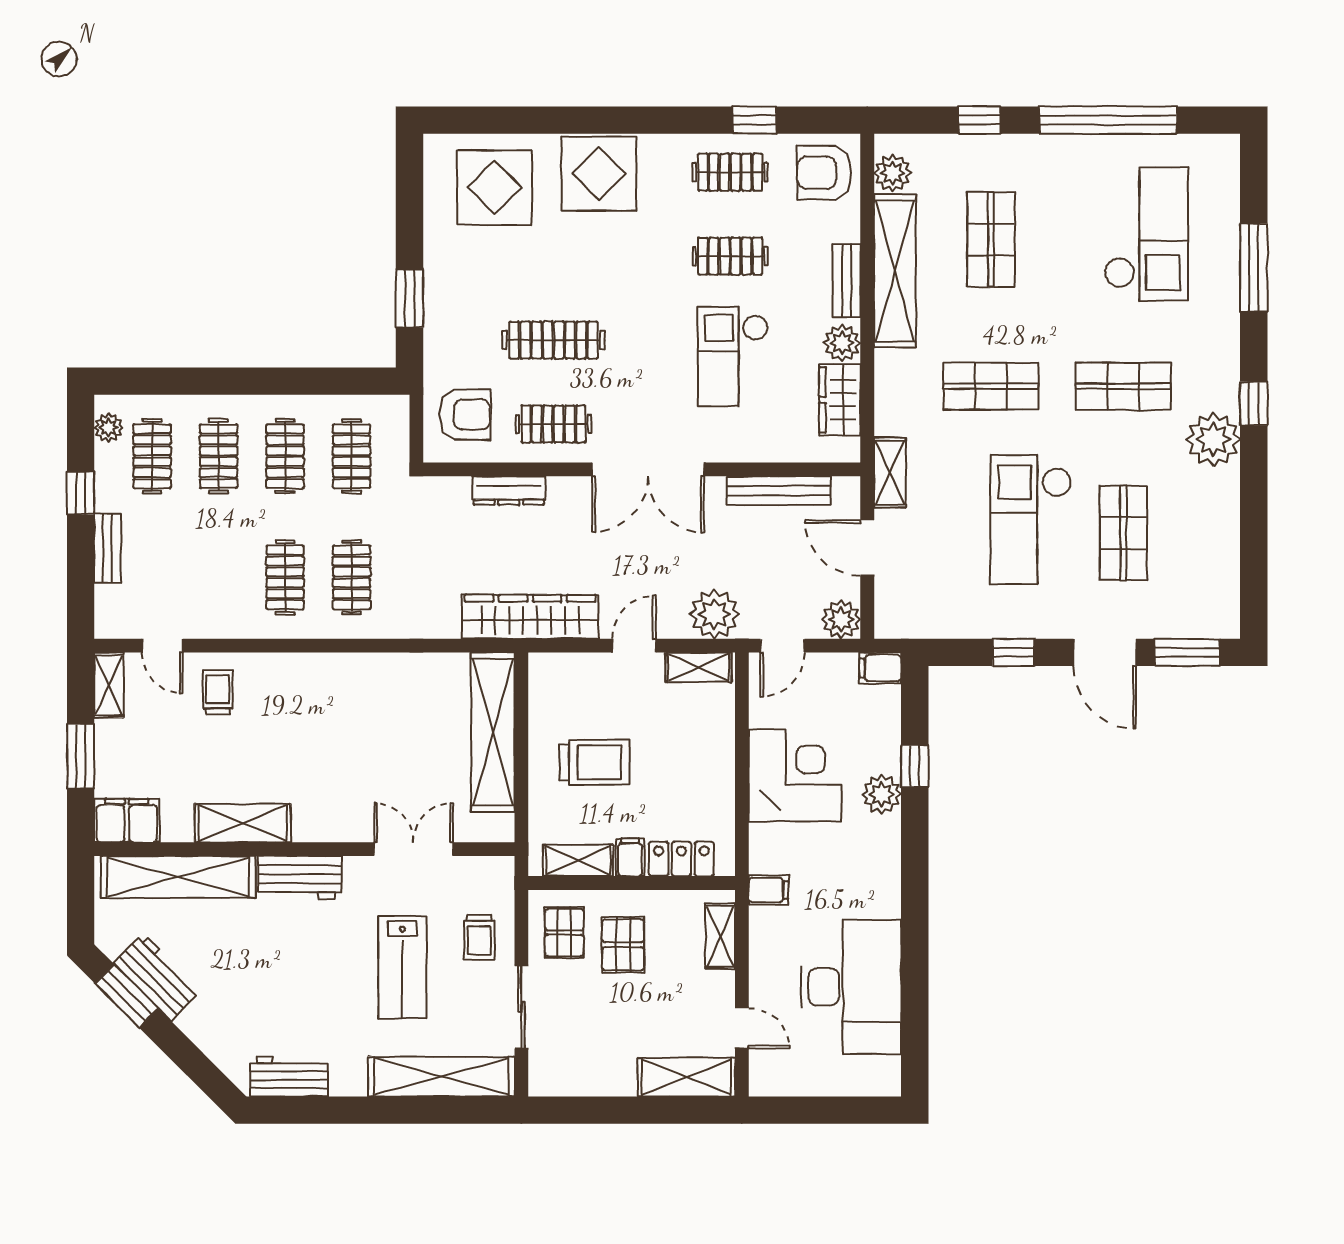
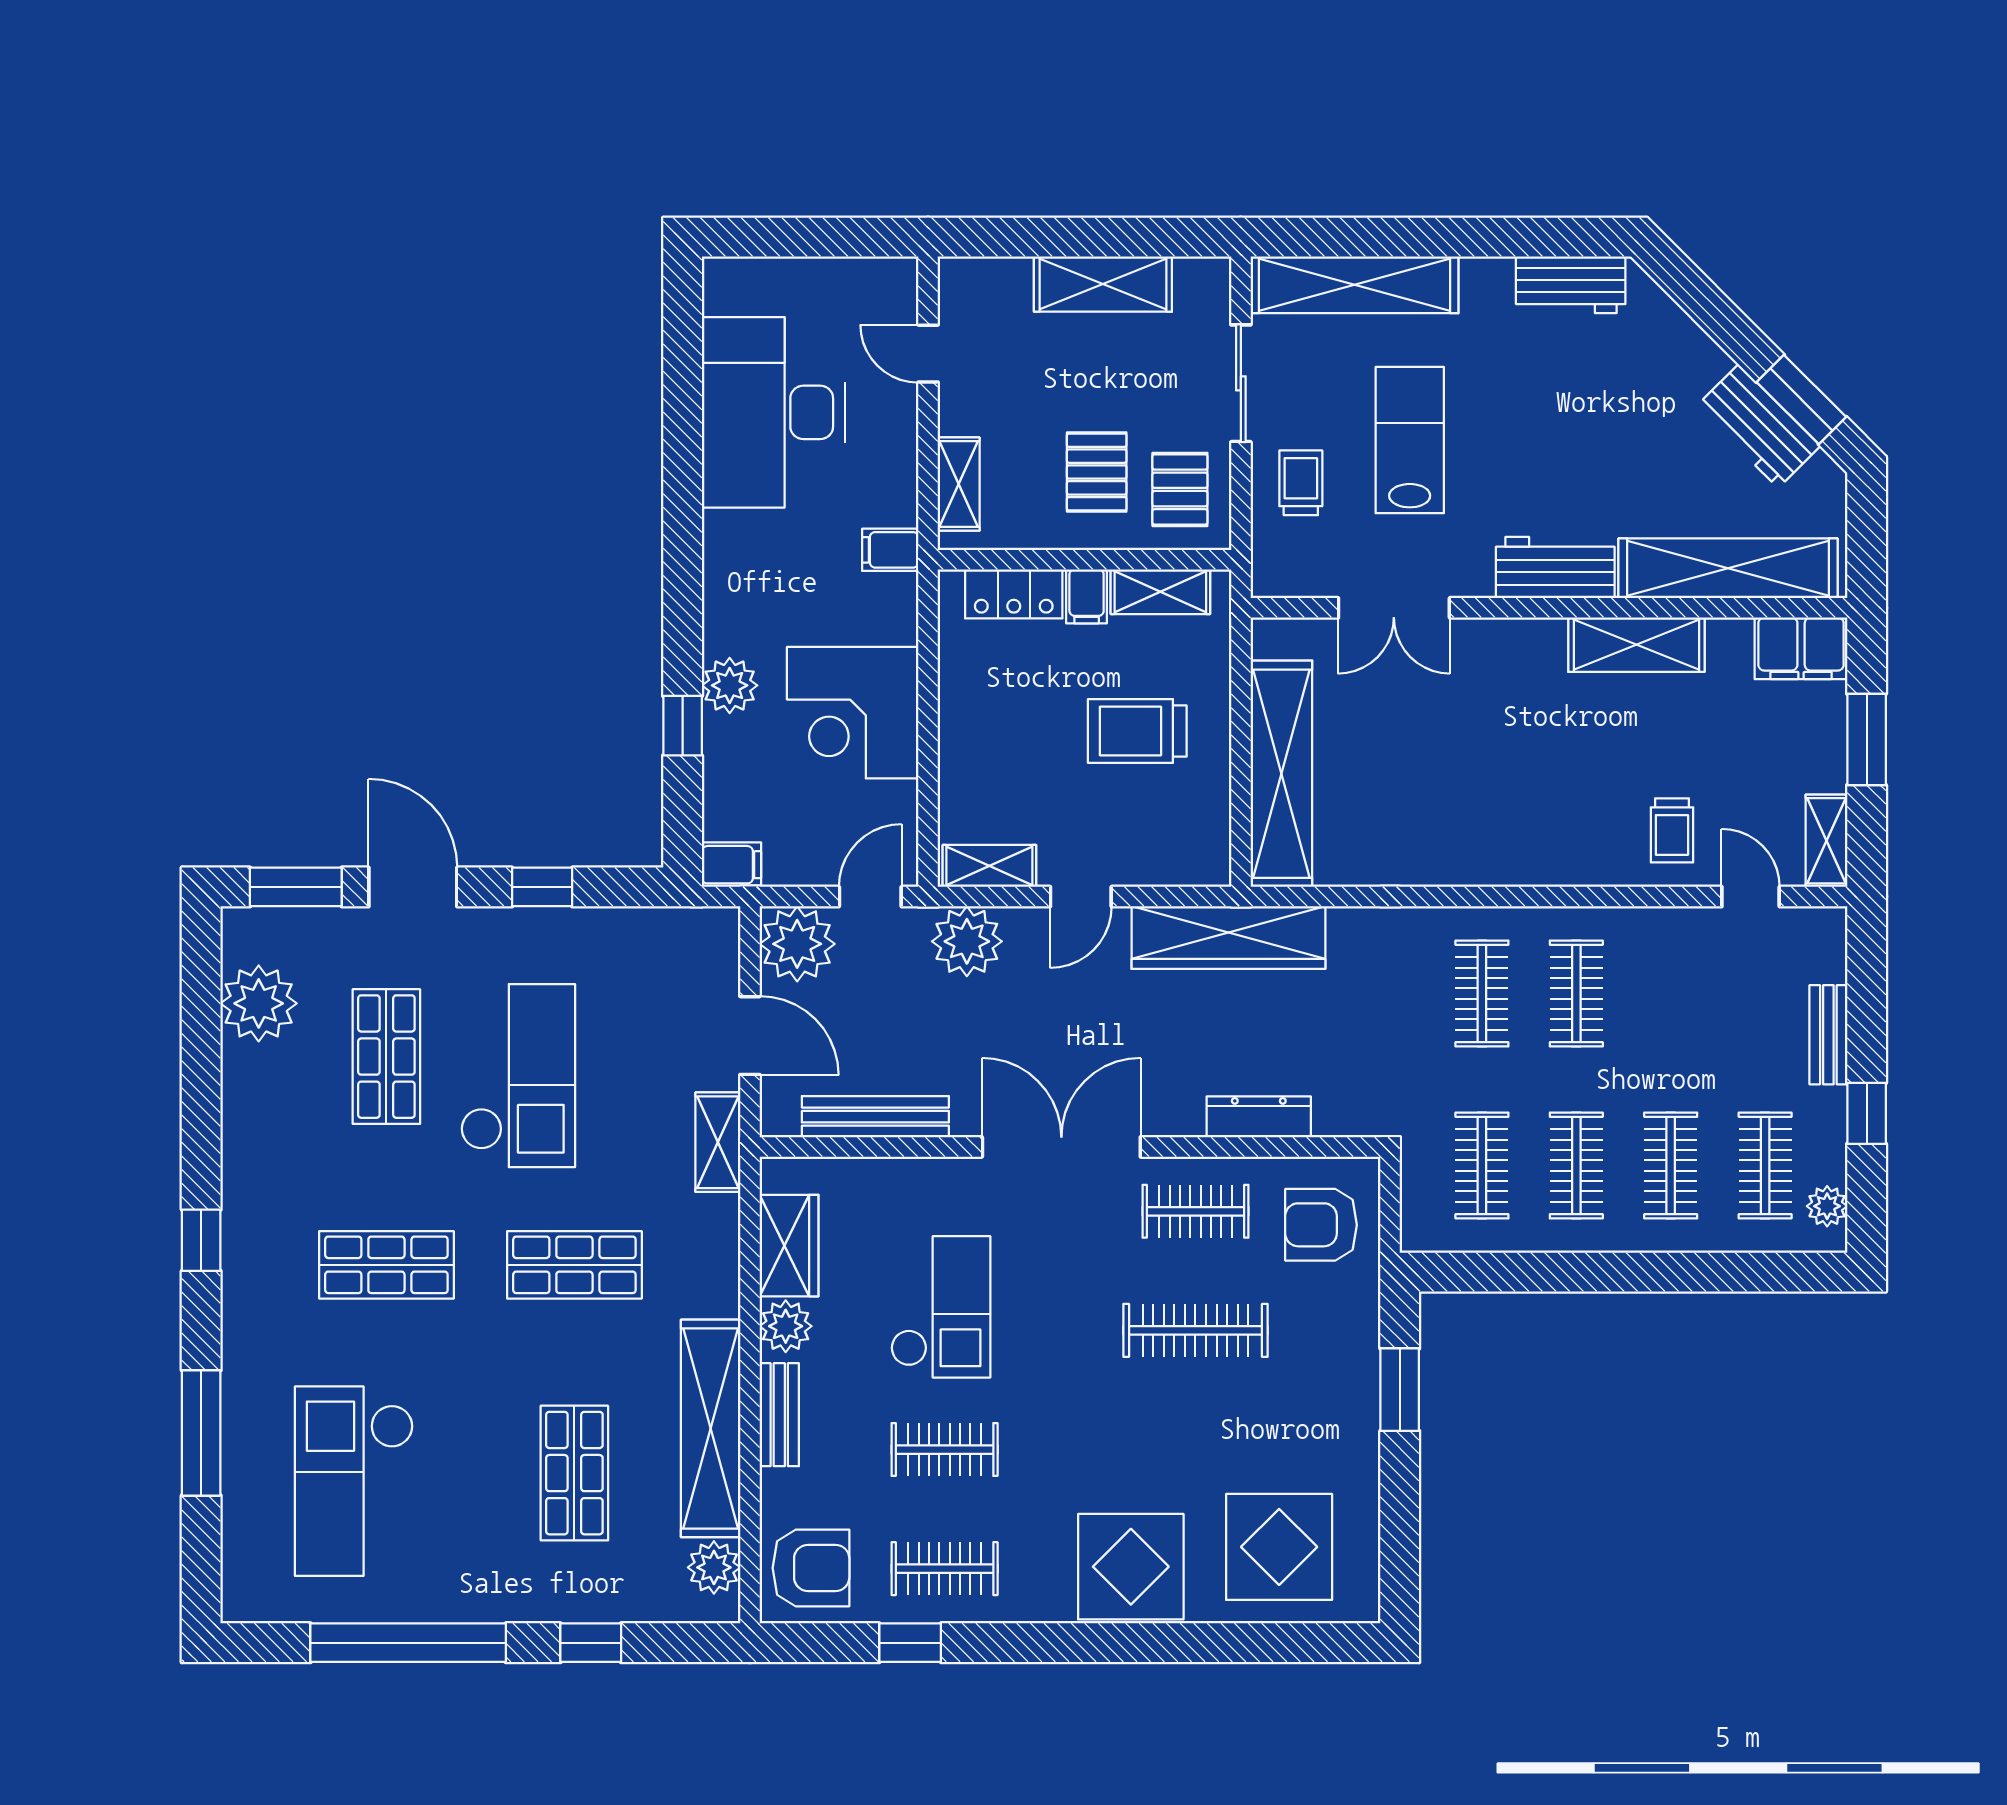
plant: (1213, 440) -> (259, 1003), moved
plant: (841, 619) -> (797, 944), width x1.36, depth x1.36
shelving: (686, 1077) -> (1103, 284), moved

